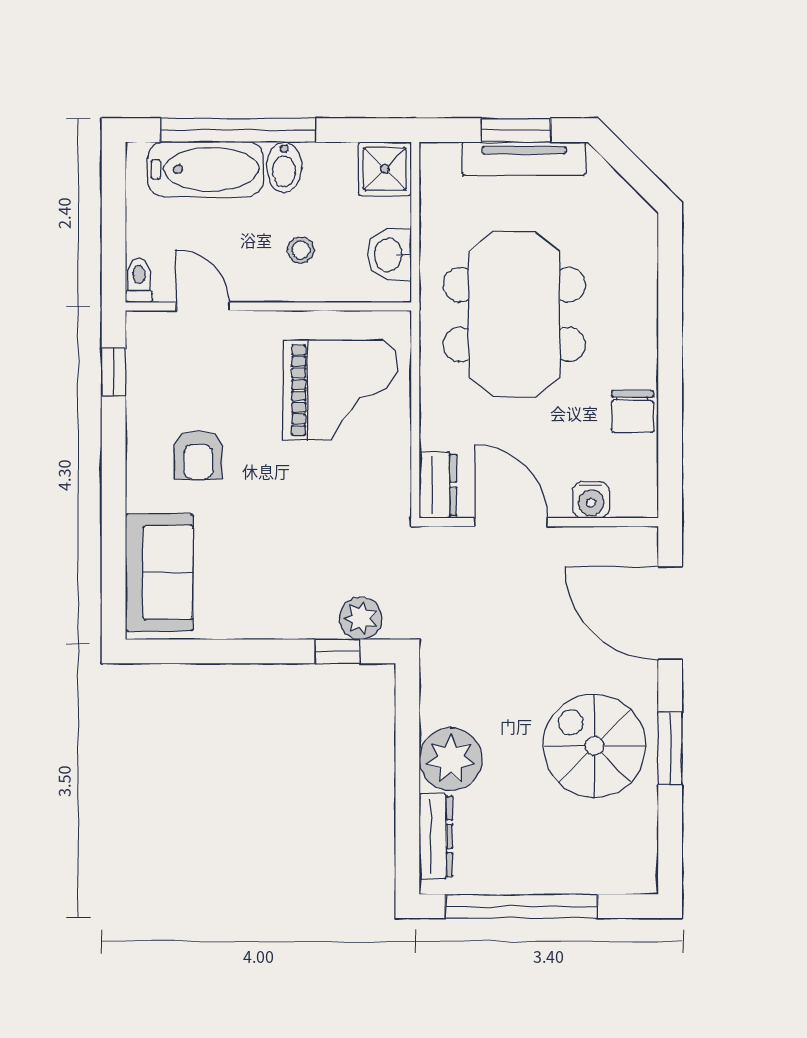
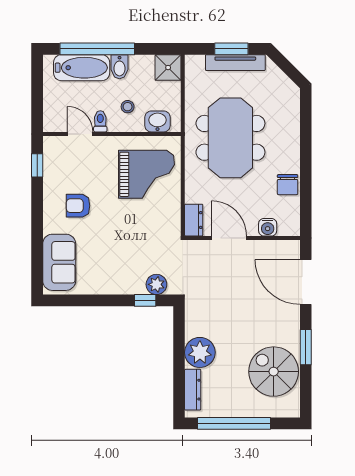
washbasin: (389, 255) -> (158, 121), moved, turned 90
toilet: (139, 280) -> (100, 121), moved
armchair: (198, 455) -> (78, 206), turned 90
spiral stairs: (594, 746) -> (274, 372), moved

